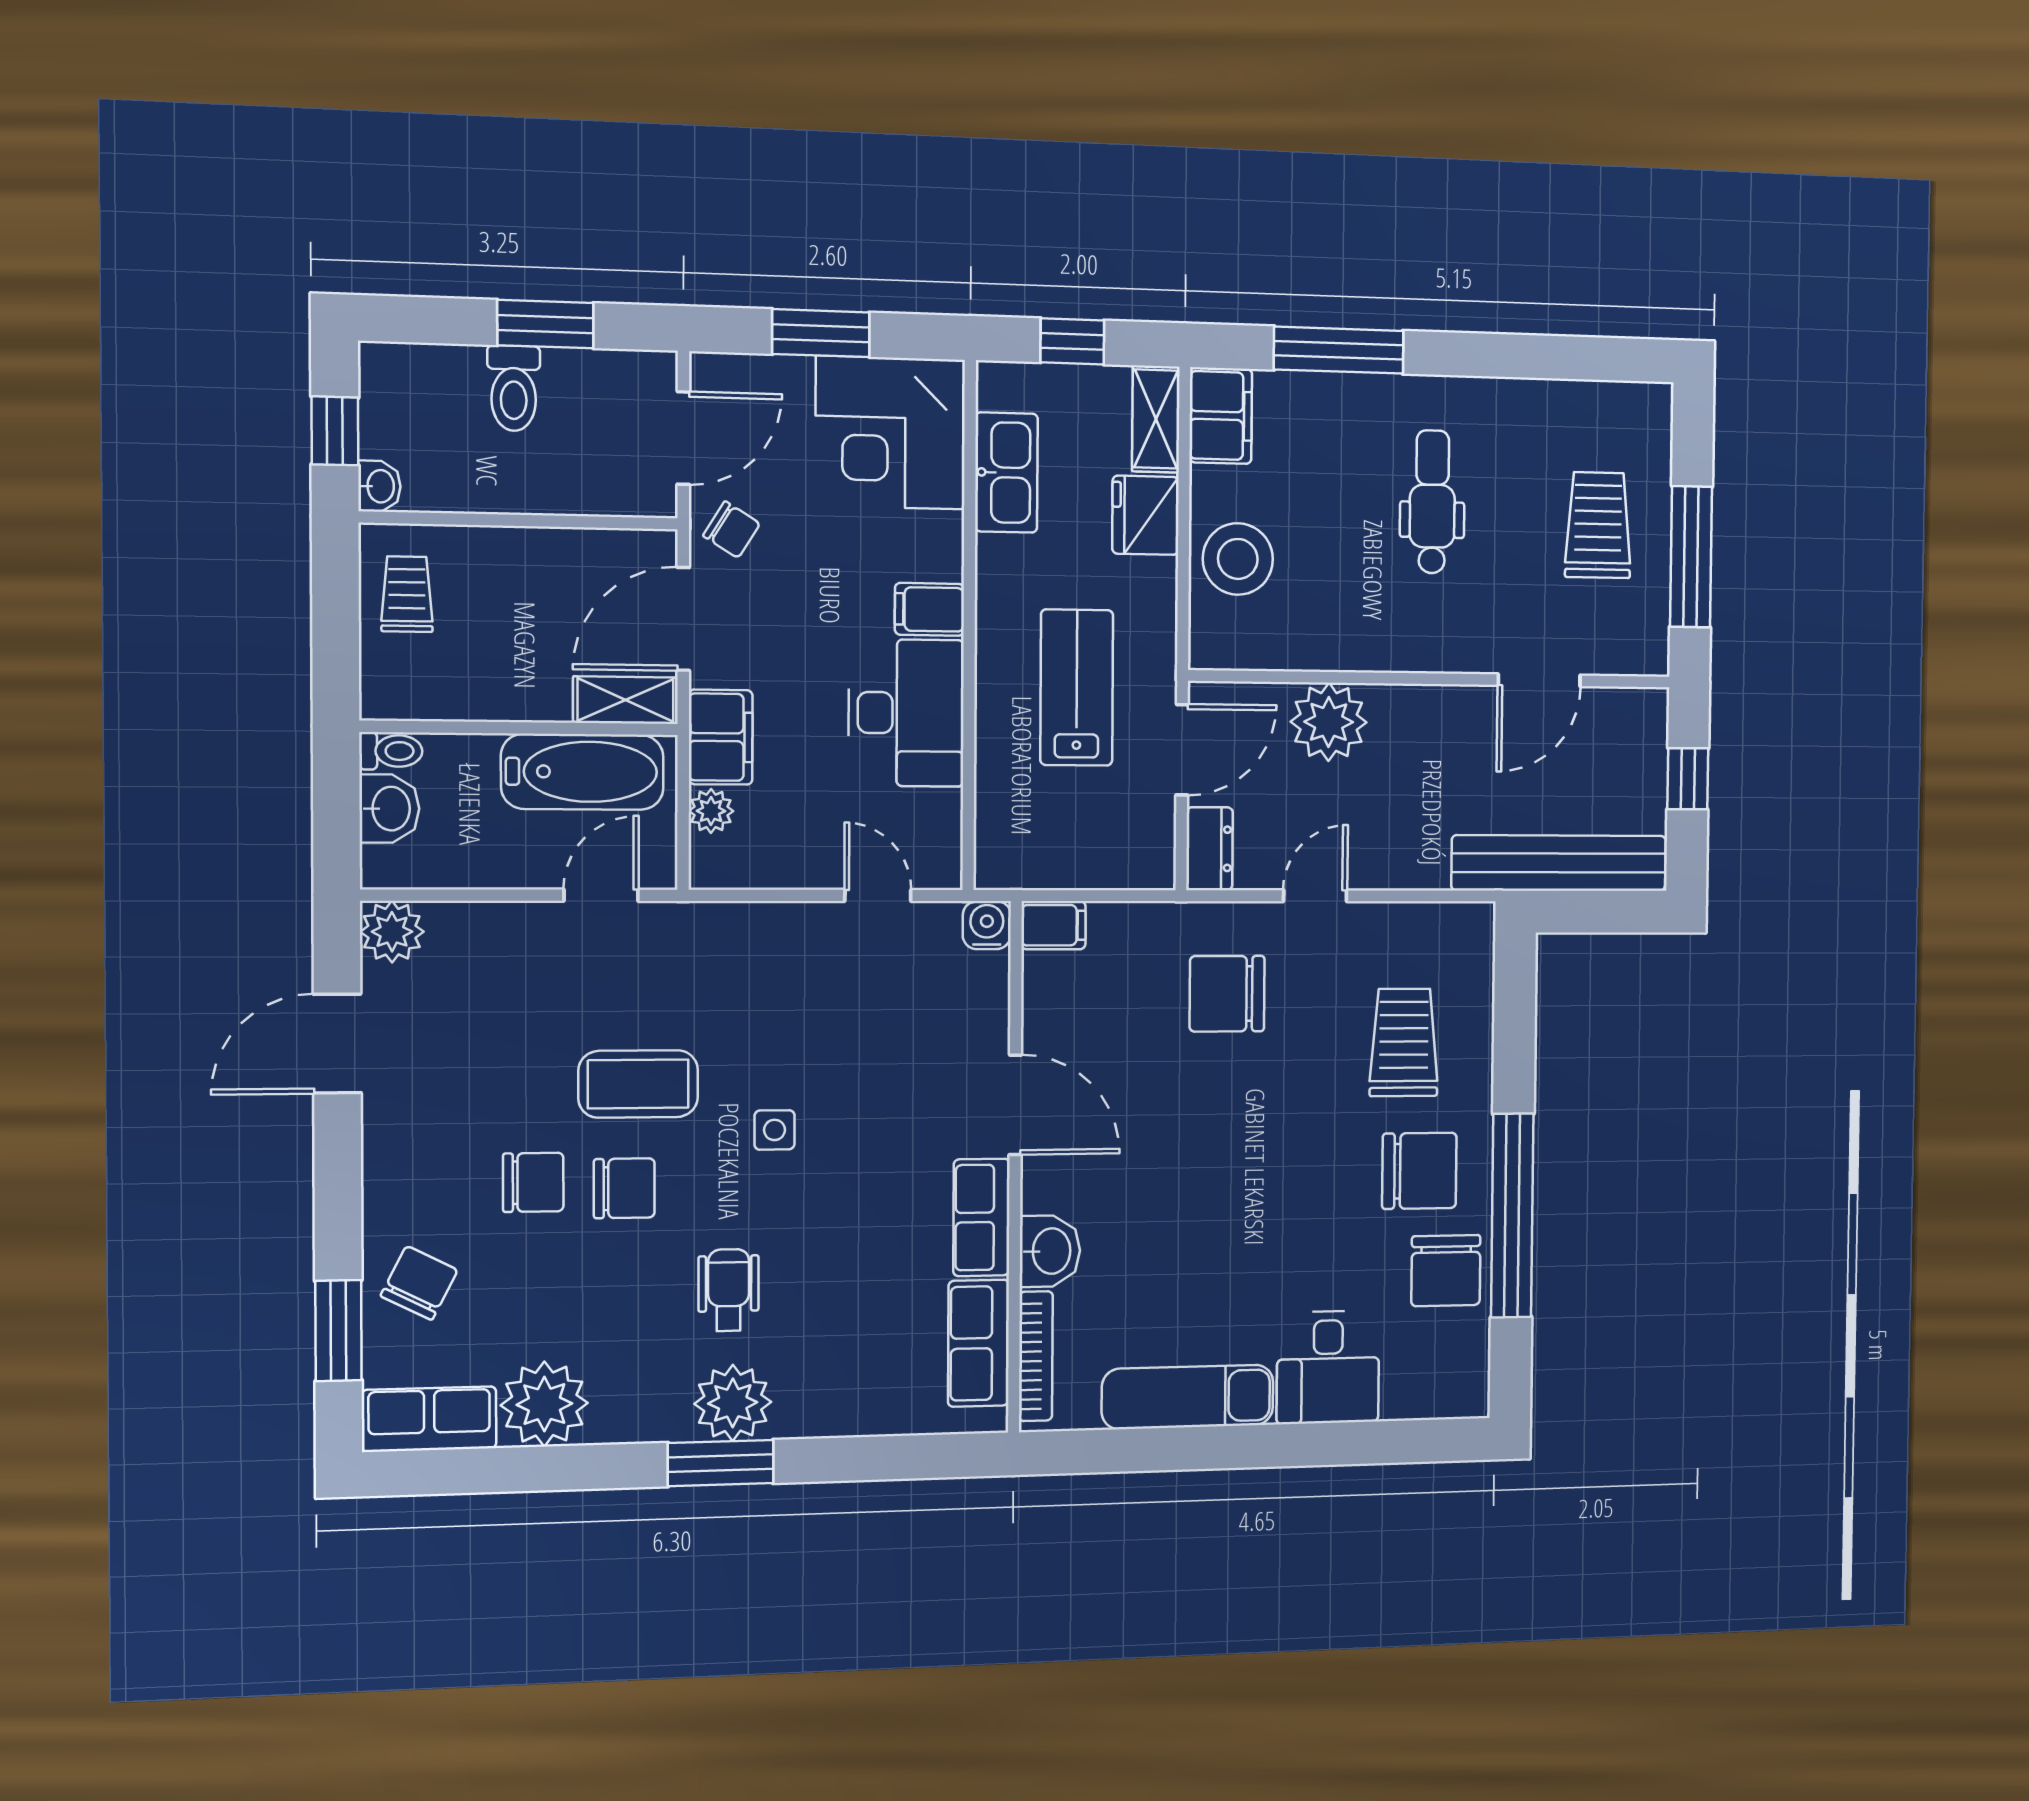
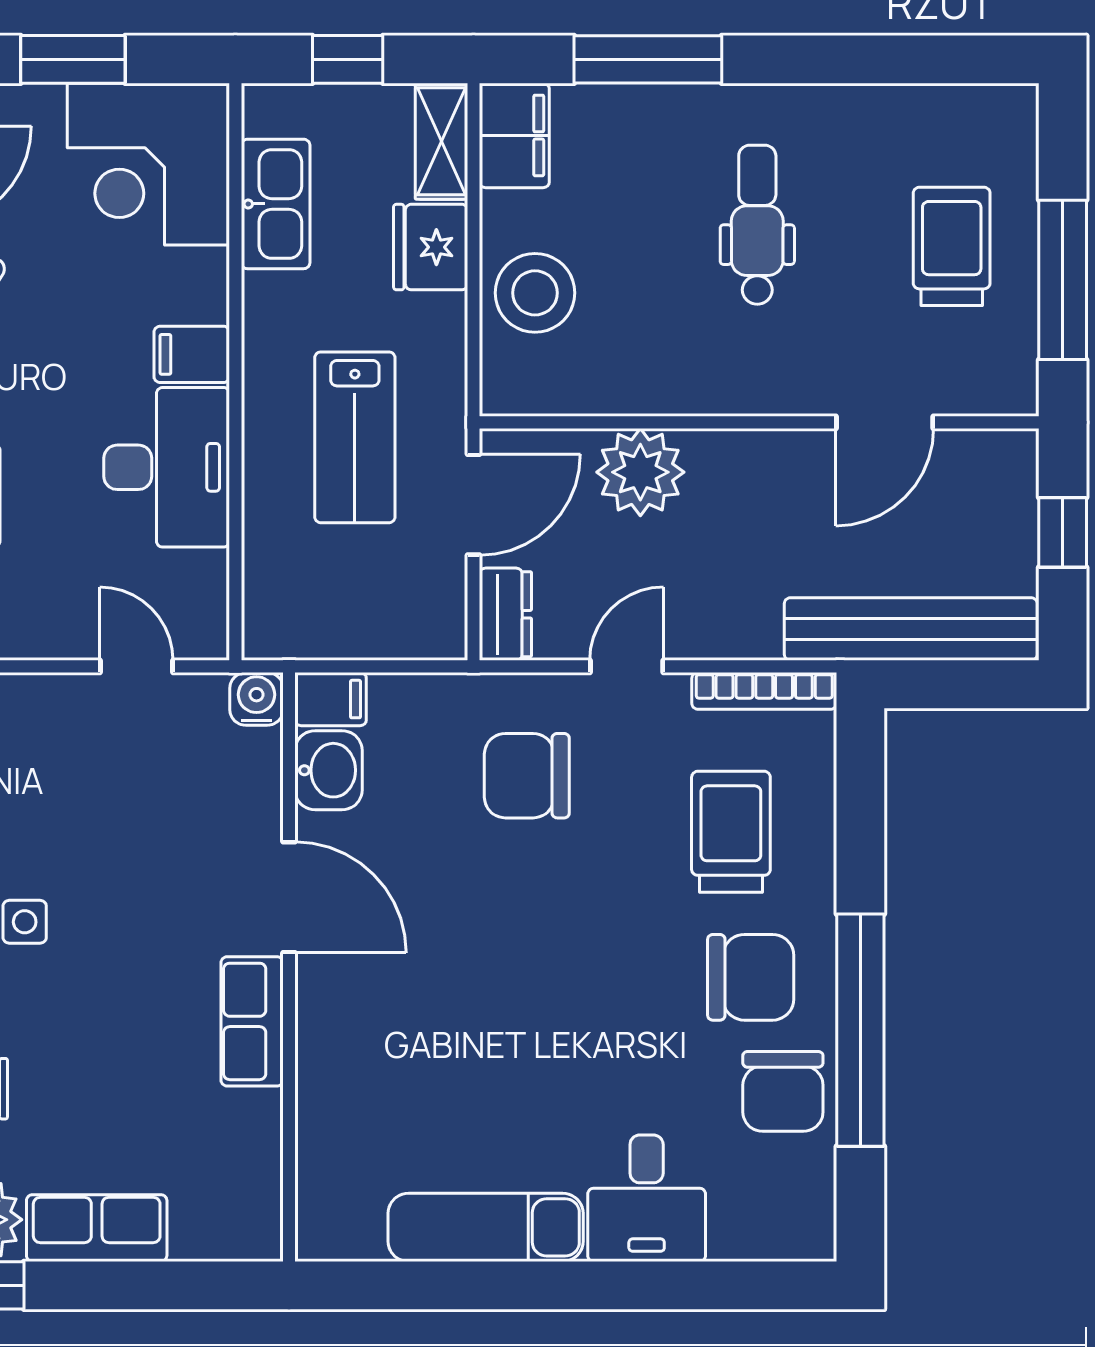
lab bench: (1077, 688) -> (355, 437), turned 180
washbasin: (1050, 1251) -> (329, 770), moved
row of seats: (979, 1343) -> (97, 1228), moved, turned 90
bookcase: (1036, 1356) -> (764, 691), moved, turned 90

